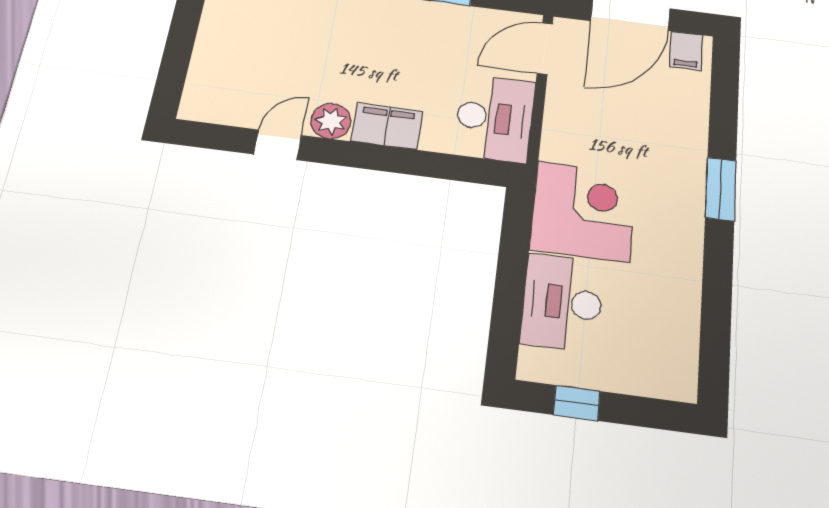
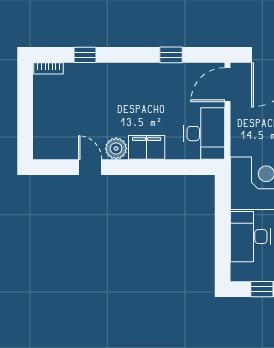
door: (278, 145) -> (90, 167), hinge flipped

